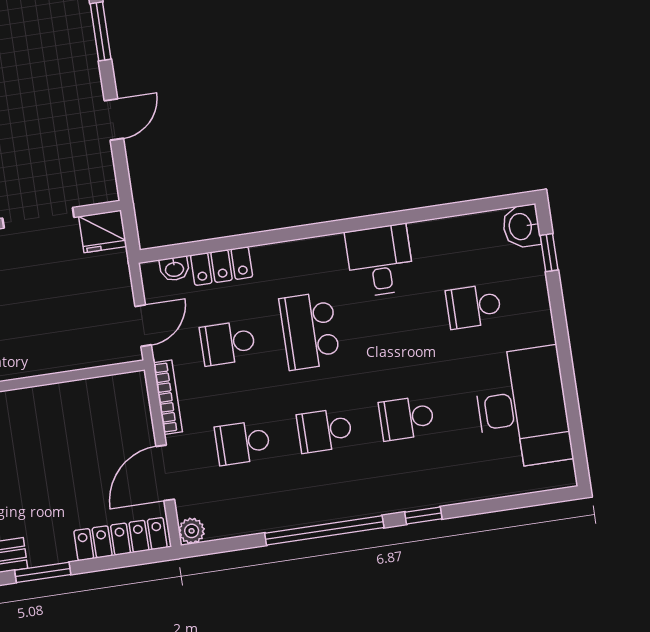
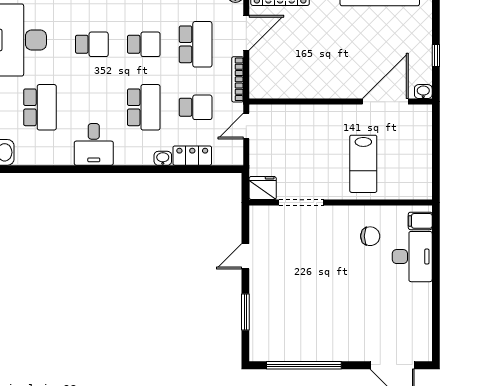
washbasin: (174, 269) -> (163, 158), moved
school desk: (474, 306) -> (40, 107), width x1.85
school desk: (243, 443) -> (196, 44), width x1.85

